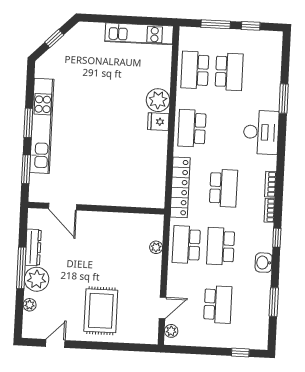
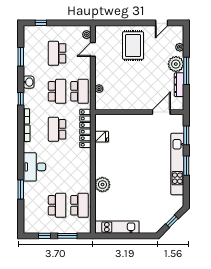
school desk: (229, 72) -> (57, 205), turned 180
fridge: (158, 122) -> (102, 137), moved
school desk: (192, 128) -> (79, 167), removed
door: (63, 207) -> (161, 112), hinge flipped

